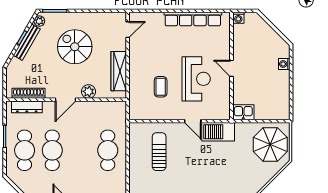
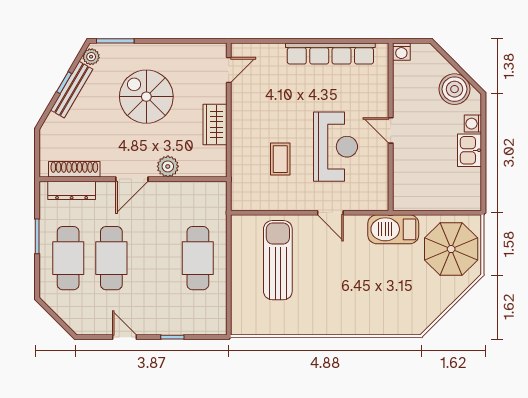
boiler: (272, 42) -> (455, 89), added
wardrobe: (119, 71) -> (215, 124), width x0.67
kitchen sink: (243, 112) -> (470, 150), moved, turned -90
barbecue: (218, 132) -> (393, 229), moved
sun lounger: (159, 152) -> (278, 260), width x1.36, depth x1.34

